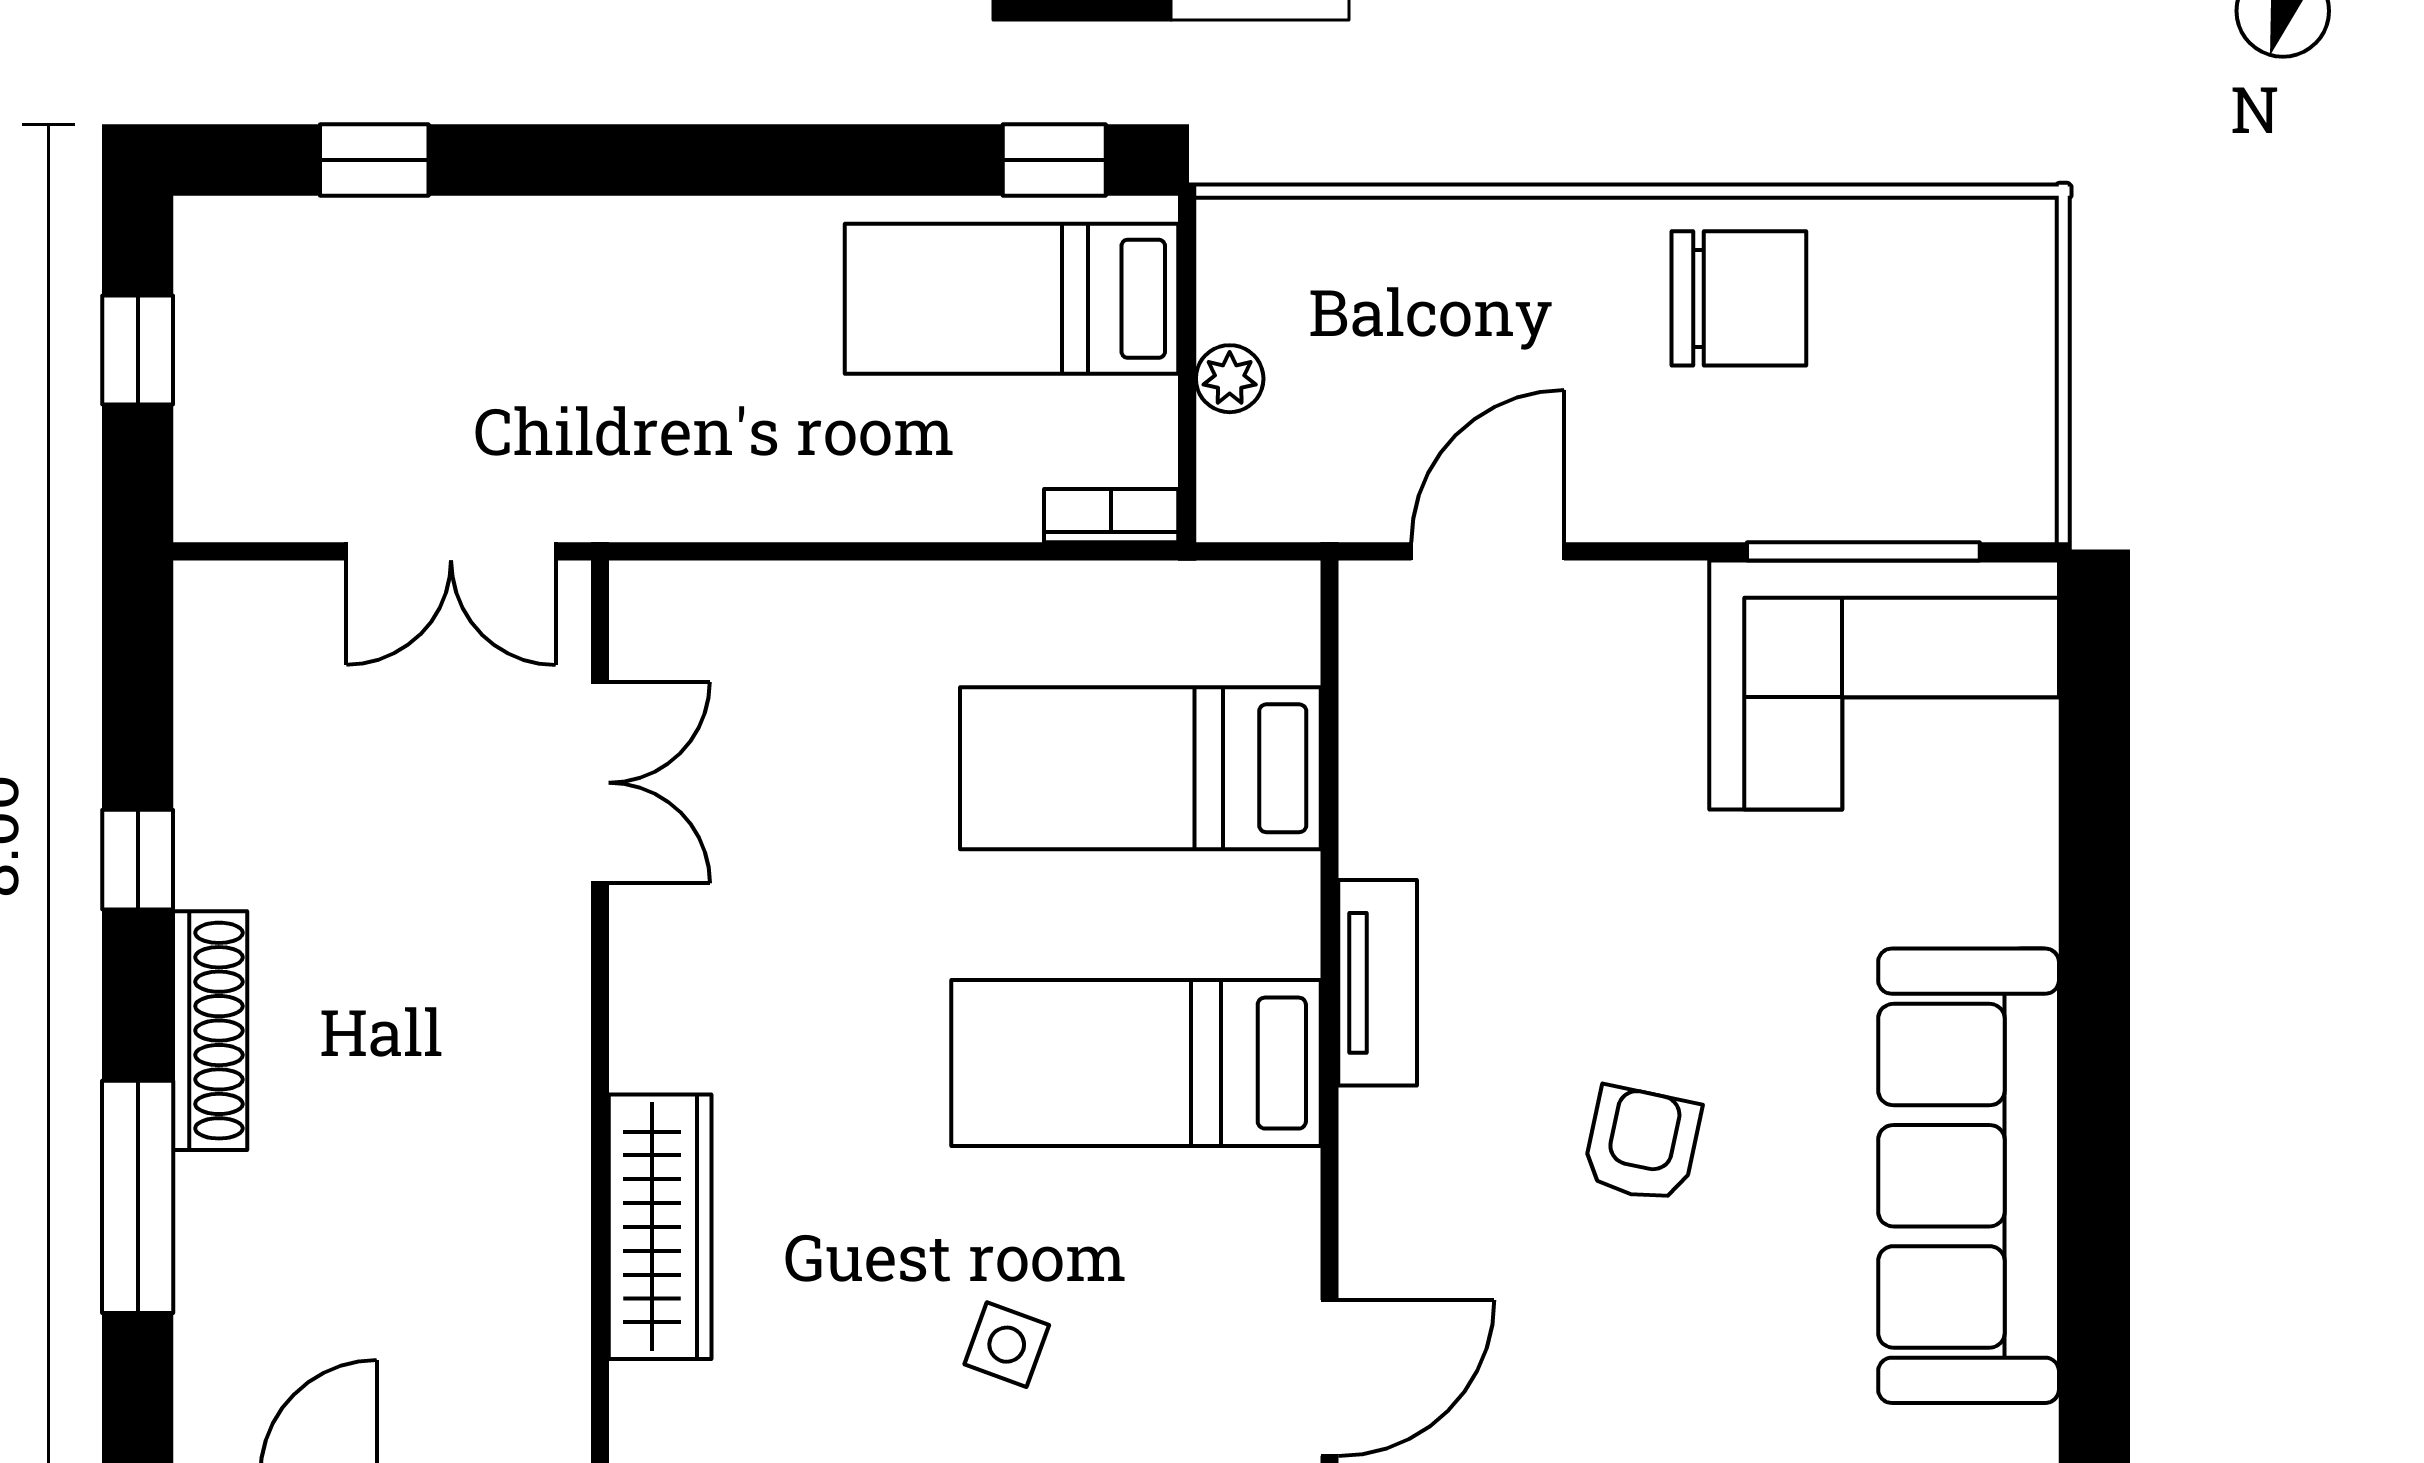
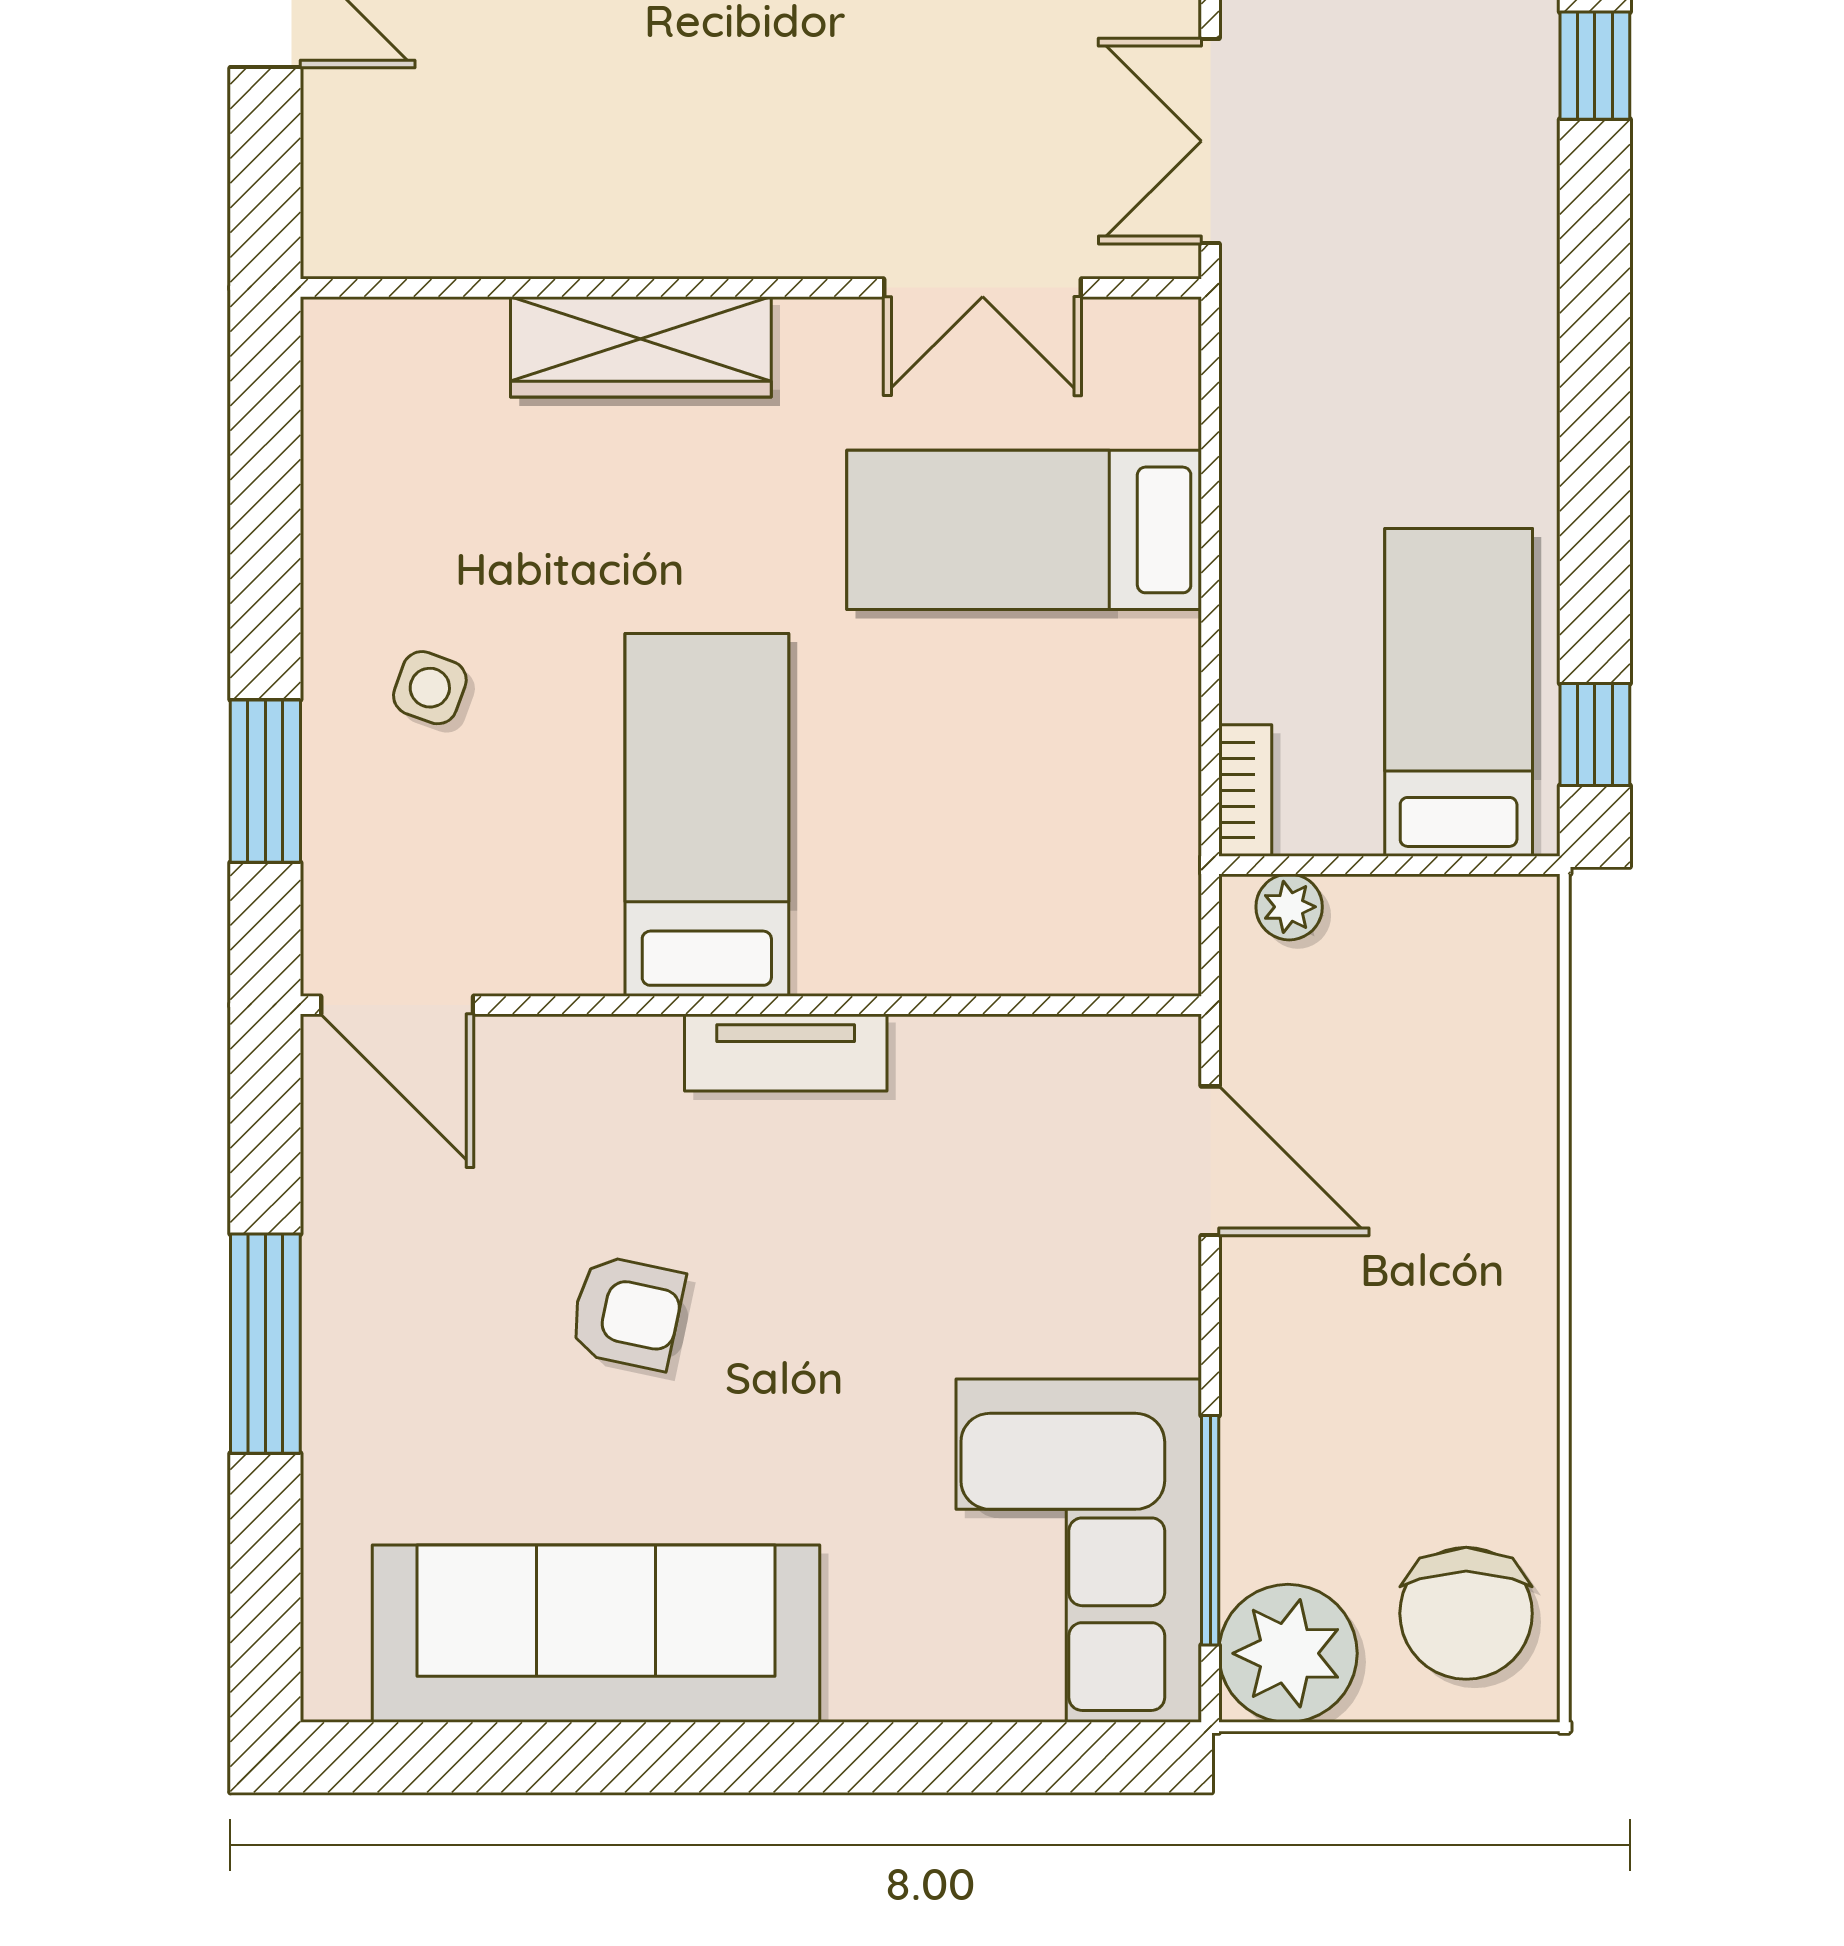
chair: (1739, 298) -> (1466, 1613), moved
plant: (1230, 379) -> (1289, 907), moved
plant: (1988, 472) -> (1288, 1653), added
bed: (1140, 768) -> (1024, 530), moved, turned -90
wardrobe: (660, 1227) -> (641, 347), moved

